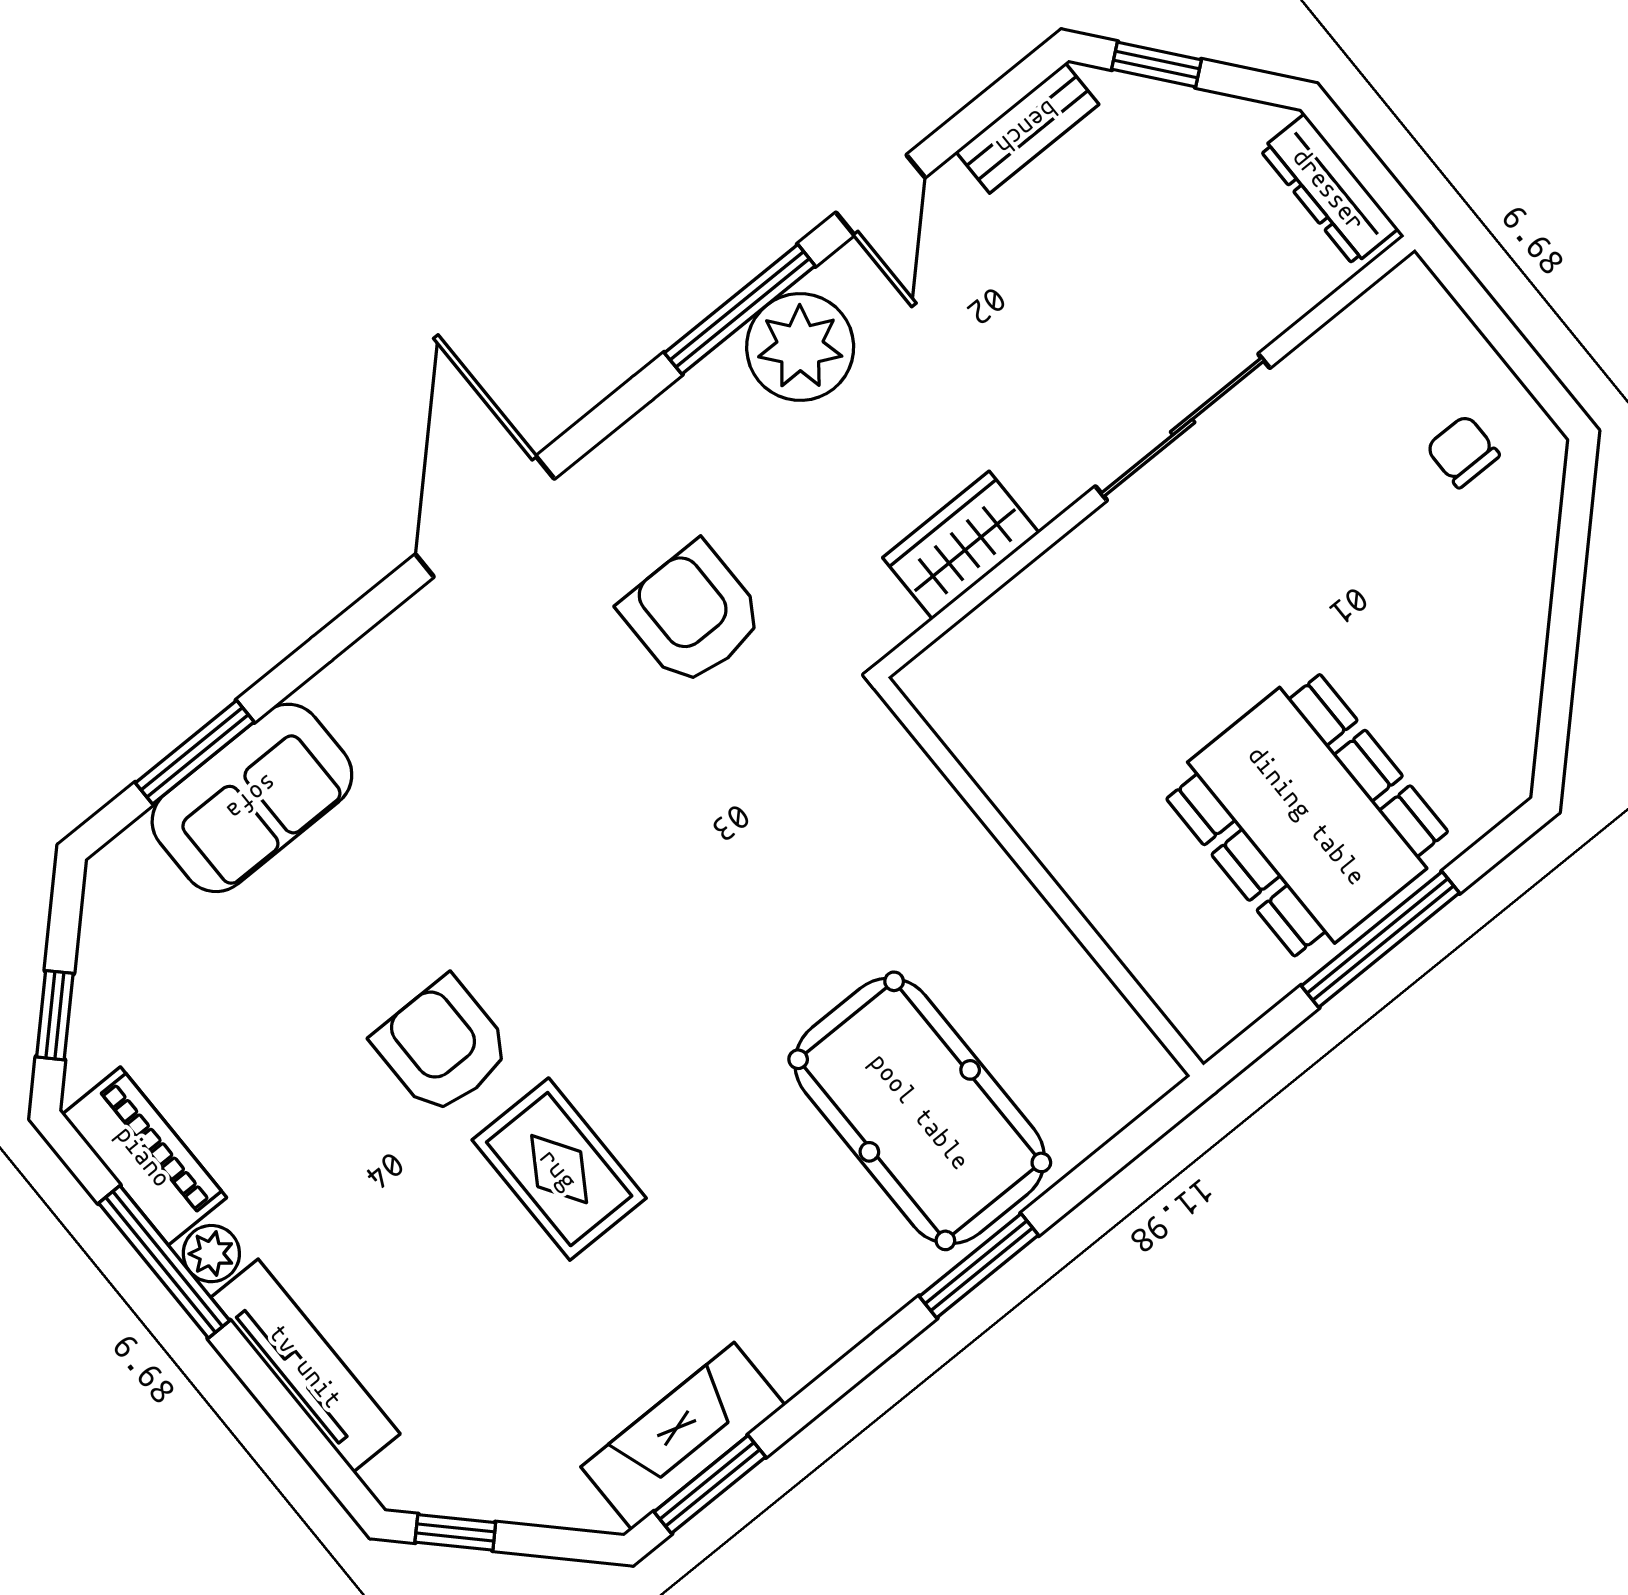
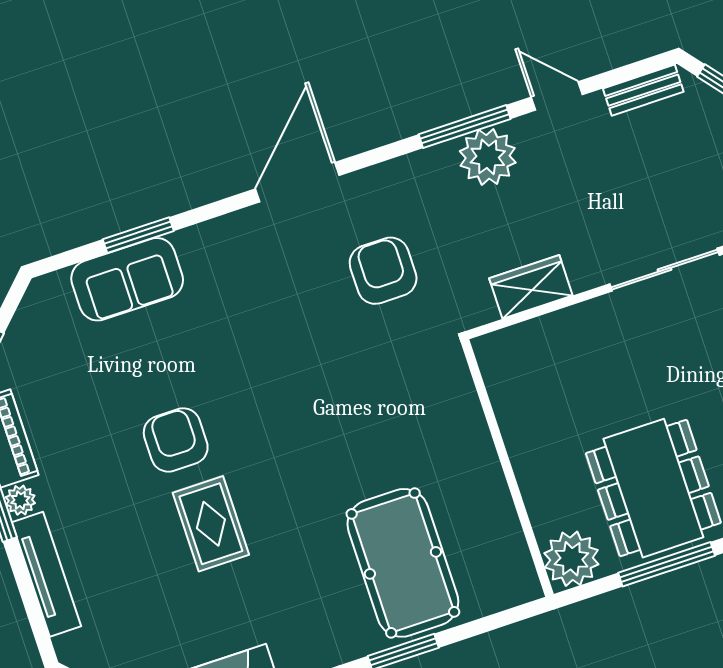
door: (880, 195) -> (557, 96), swing flipped
window: (195, 752) -> (138, 235), moved
plant: (1211, 993) -> (571, 559), added

